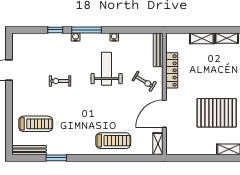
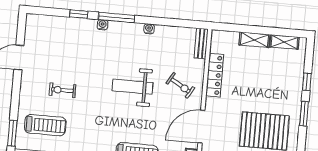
bench: (158, 50) -> (201, 43), width x0.73
weight bench: (107, 69) -> (132, 87), moved, turned -90
exercise bike: (60, 81) -> (62, 90), moved
window: (9, 133) -> (12, 133), added

